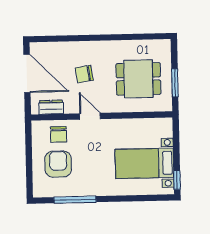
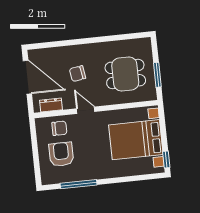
chair: (58, 134) -> (59, 128), turned -90
bed with nightstands: (144, 163) -> (136, 140), width x1.36

